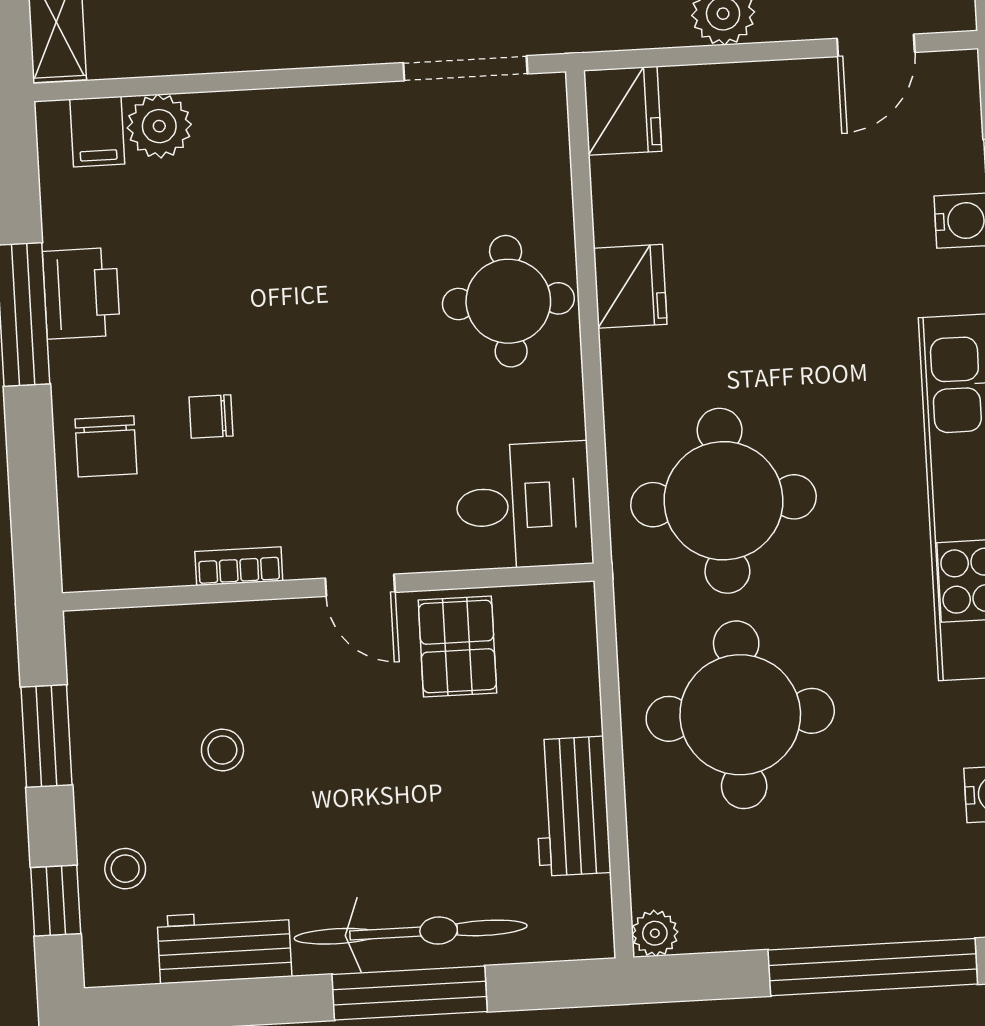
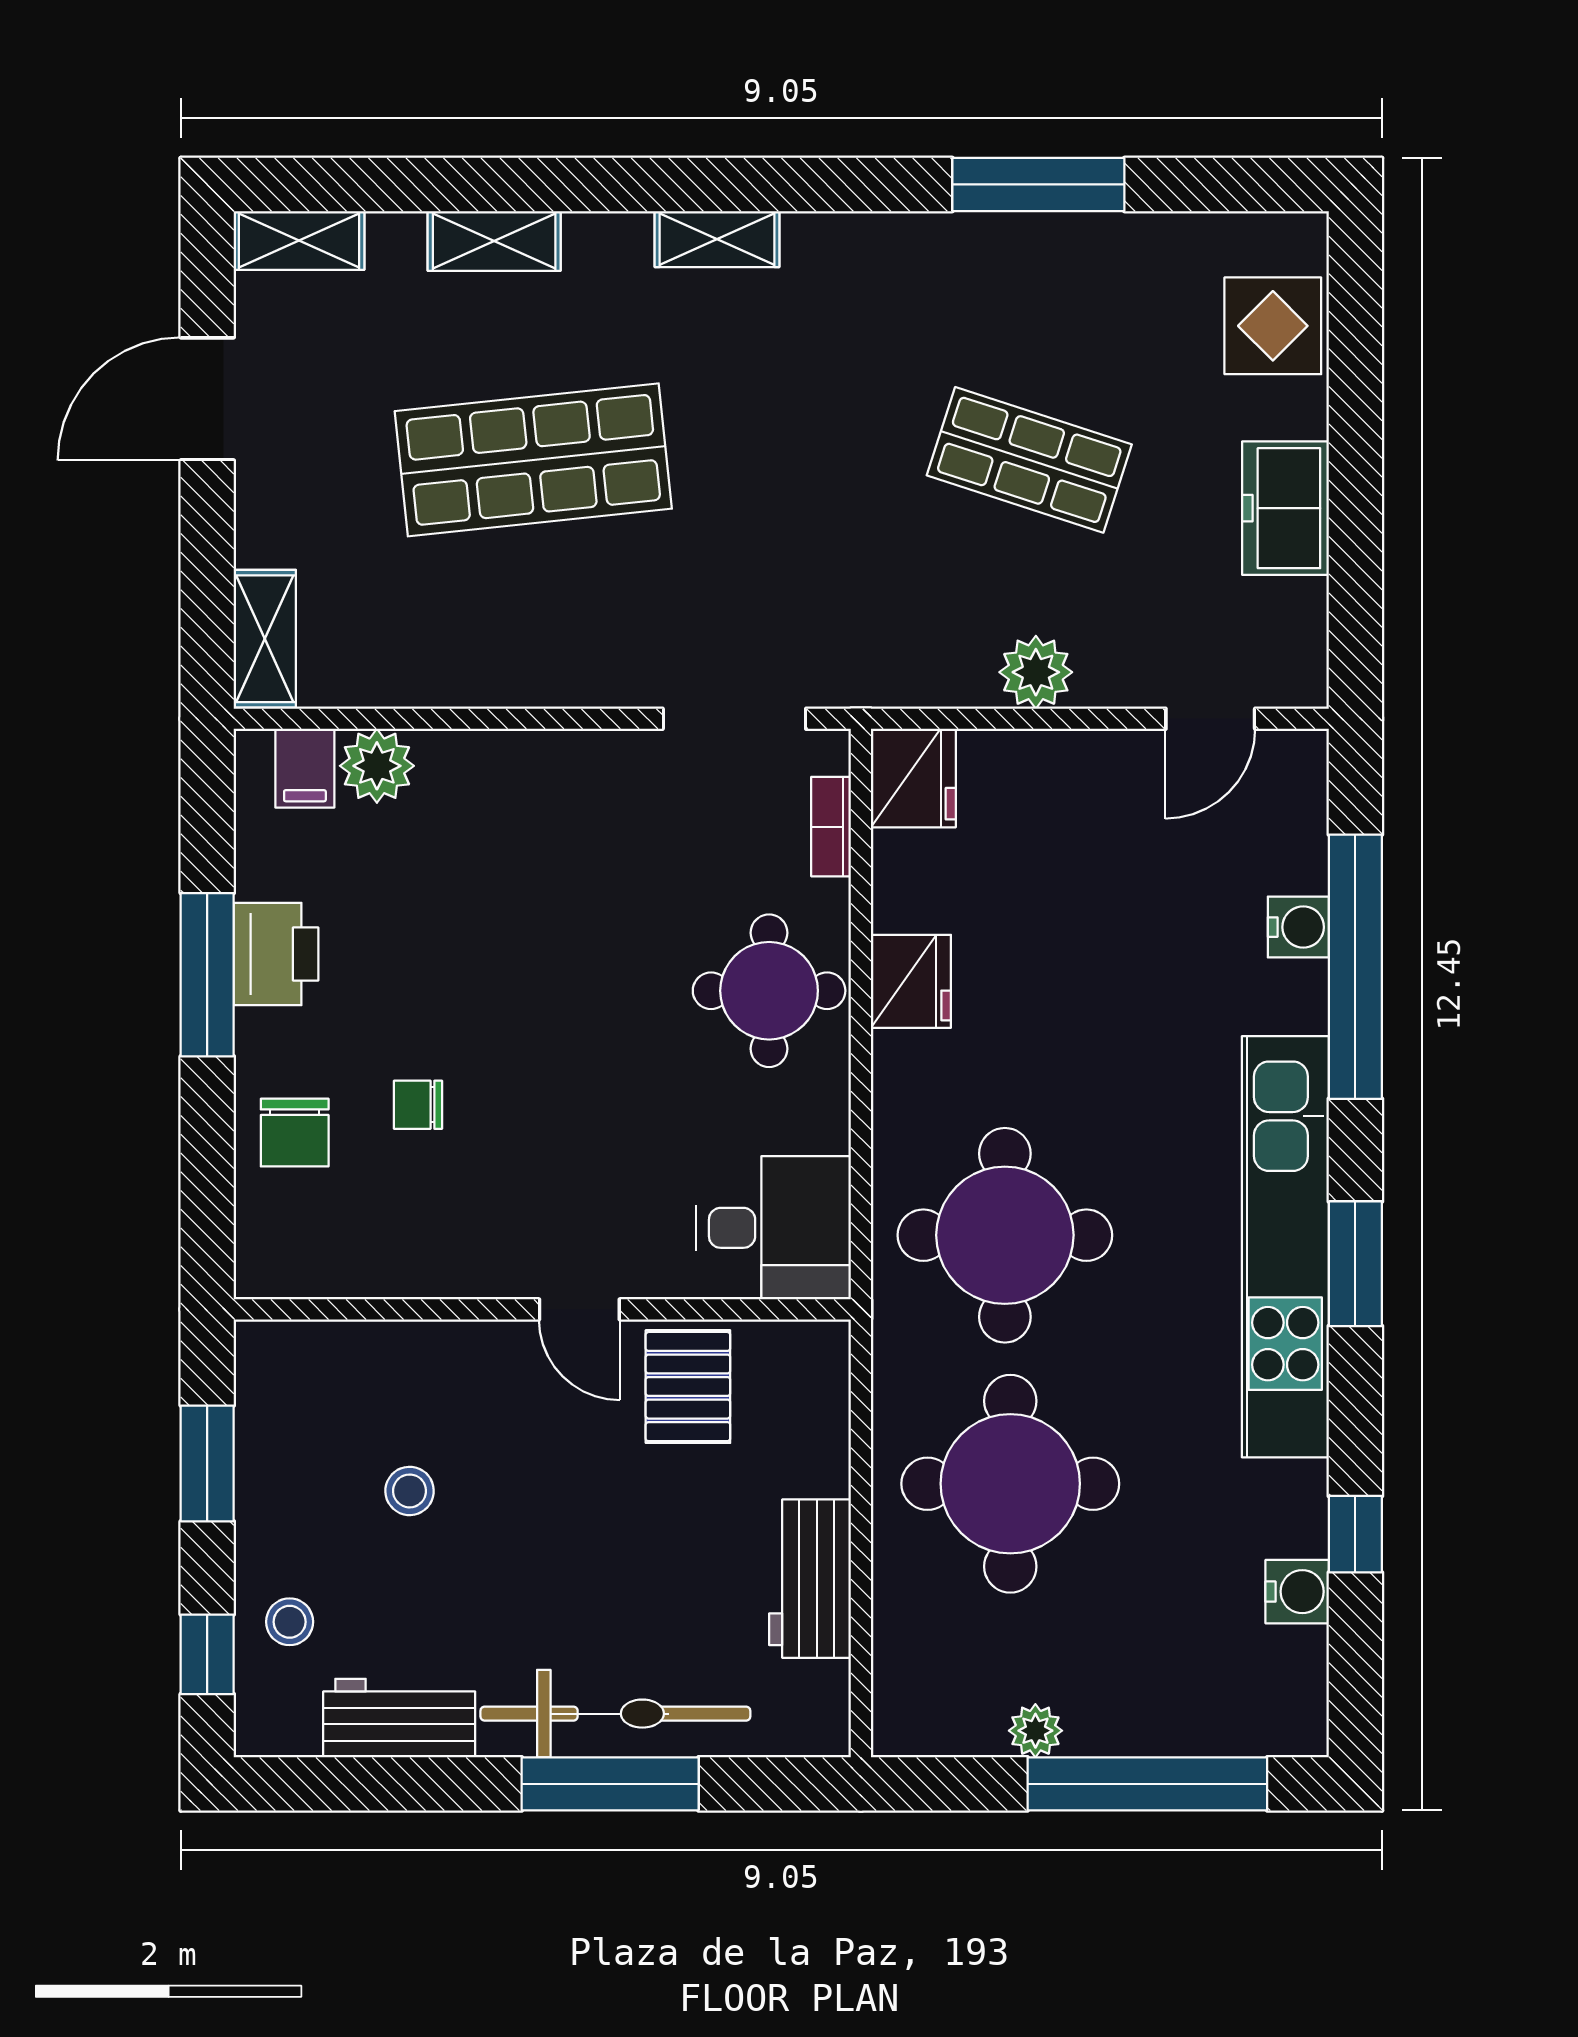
bookcase: (239, 566) -> (831, 827), moved, turned -90
plant: (655, 933) -> (1035, 1731), moved

